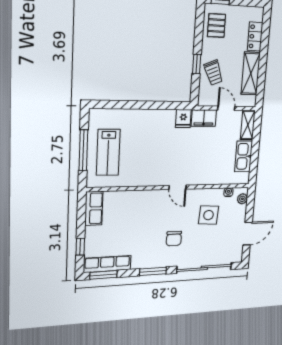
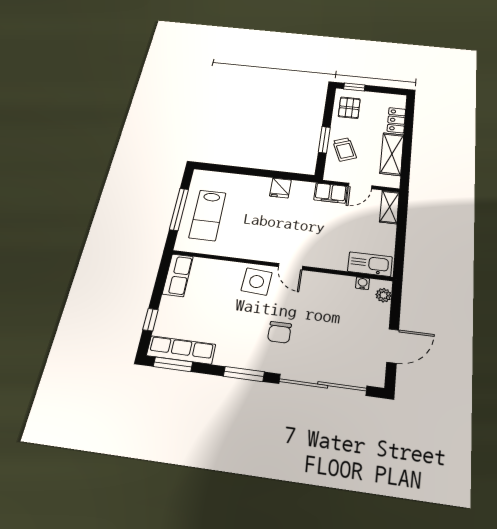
window: (197, 64) -> (324, 140), width x1.50
door: (226, 108) -> (360, 186), swing flipped
fridge: (183, 119) -> (280, 188), moved
kitchen sink: (244, 156) -> (370, 264), moved, turned 90
side table: (209, 215) -> (257, 282), moved

